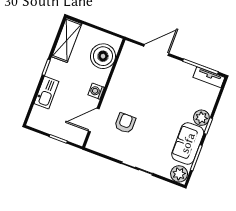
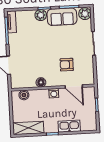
boiler: (103, 56) -> (24, 95), width x0.54, depth x0.54
floor lamp: (117, 81) -> (41, 82), added

